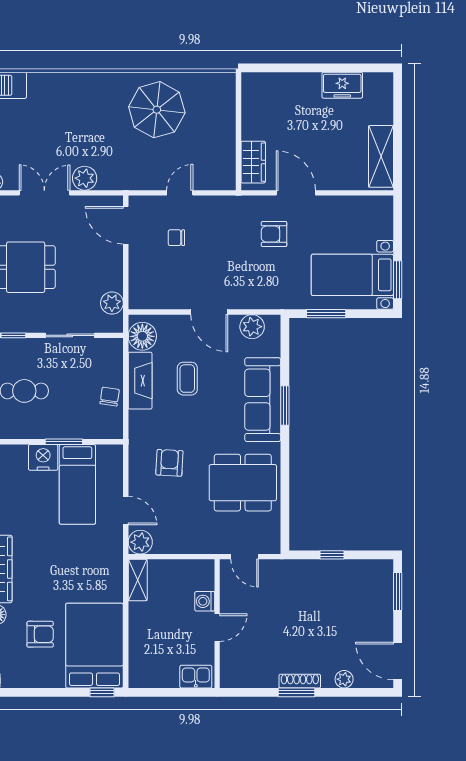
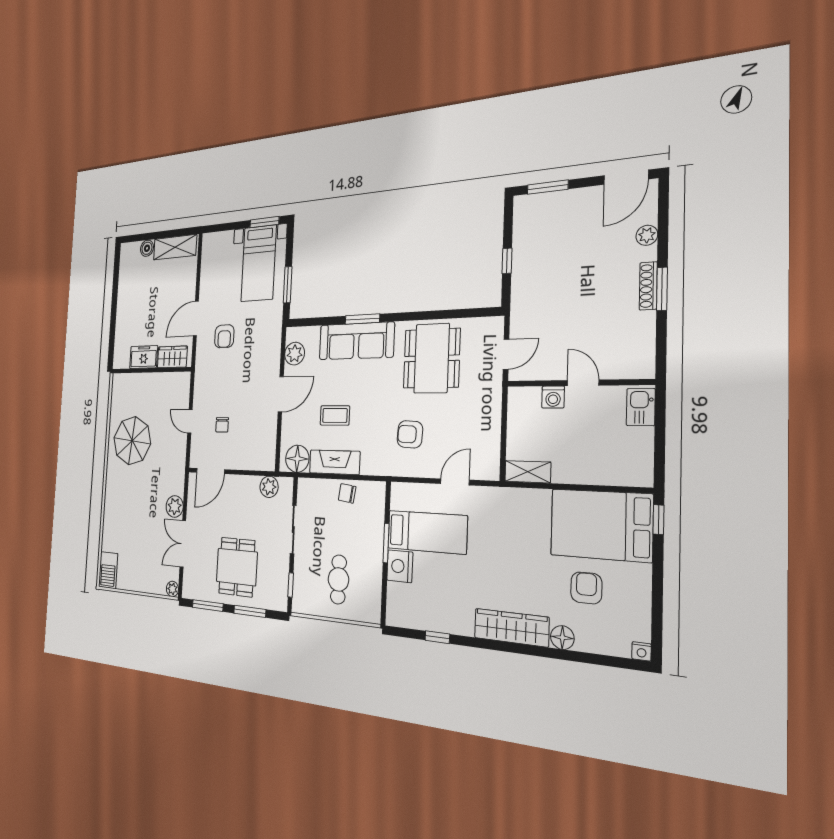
freezer: (342, 85) -> (144, 357), moved, turned -90
boiler: (384, 114) -> (147, 248), added
plant: (140, 542) -> (487, 467), removed

